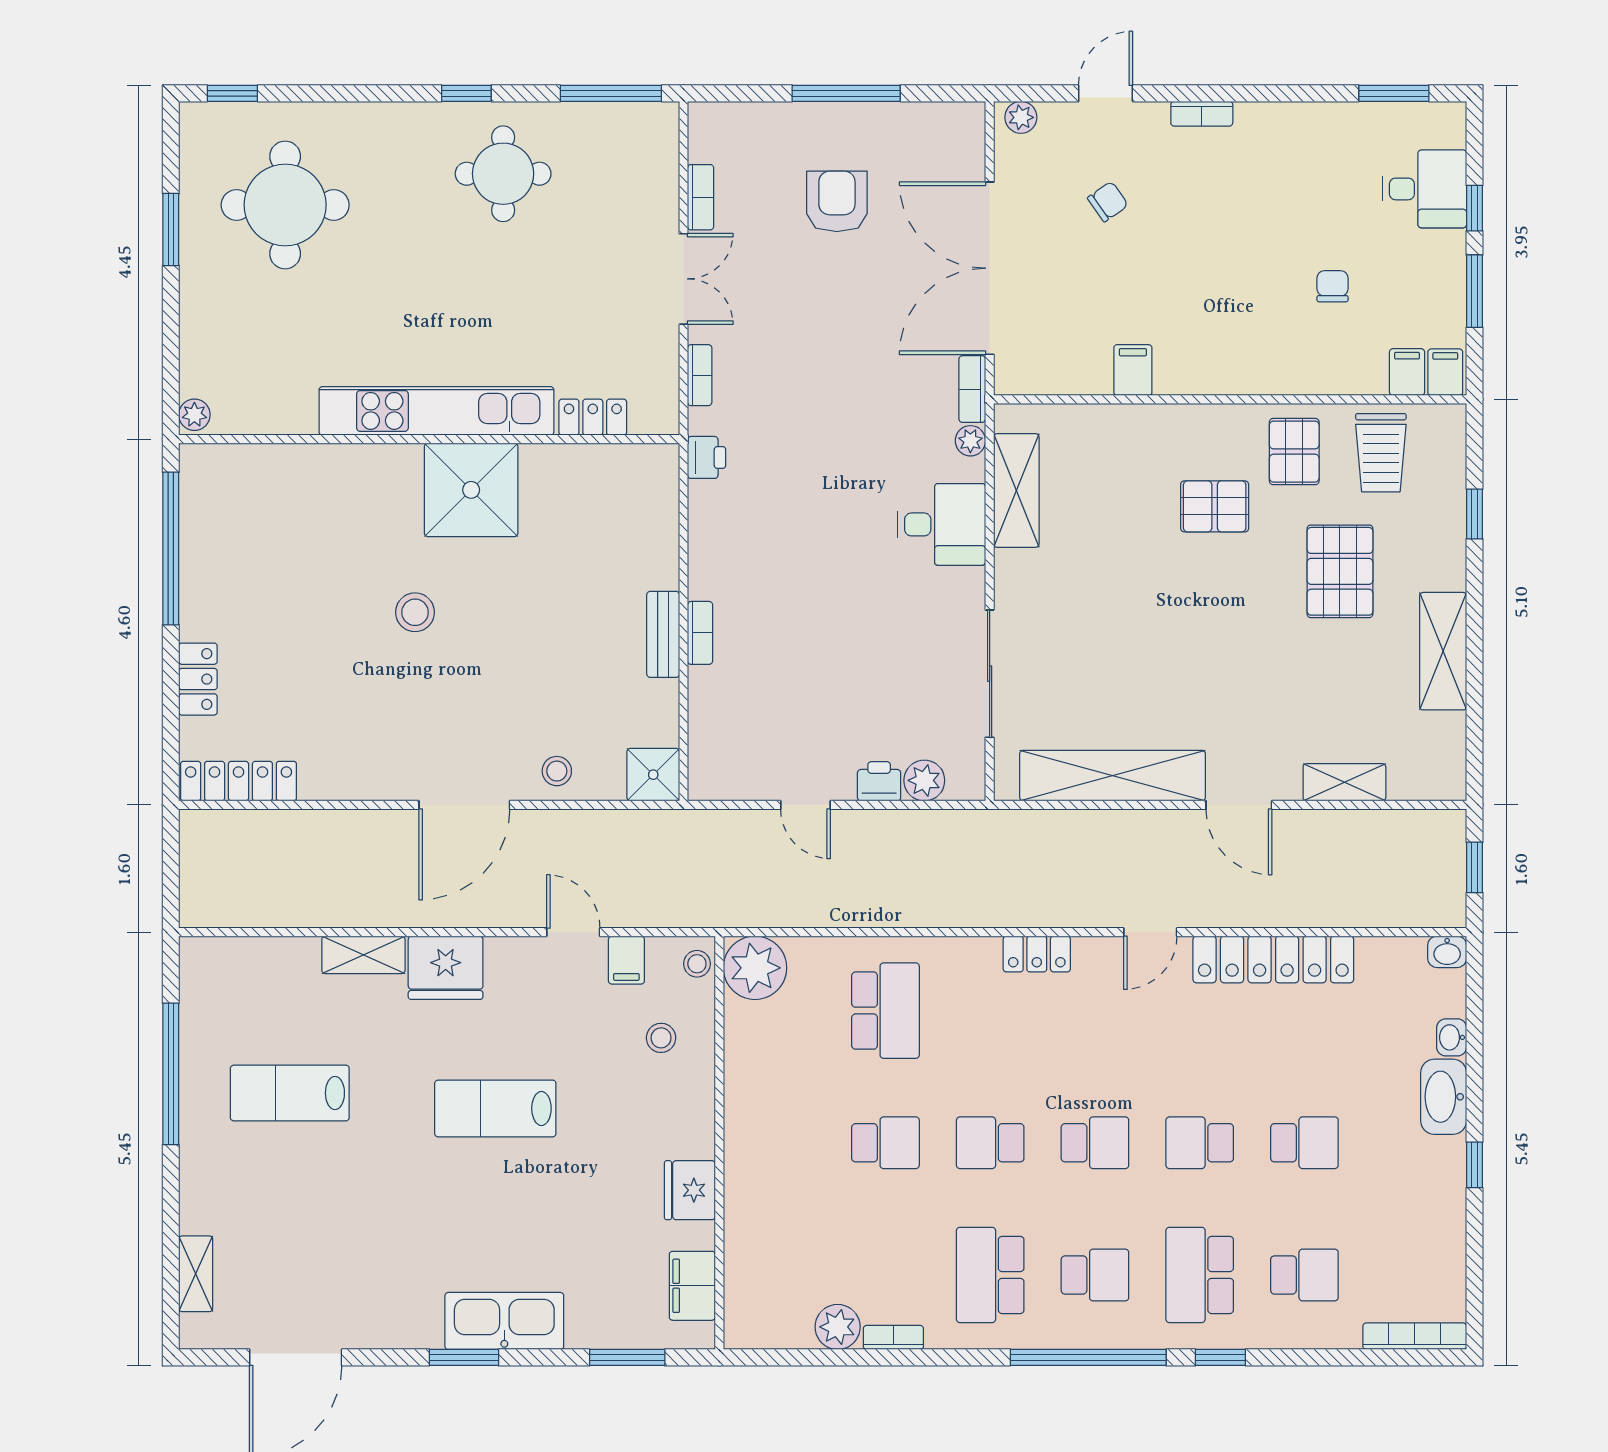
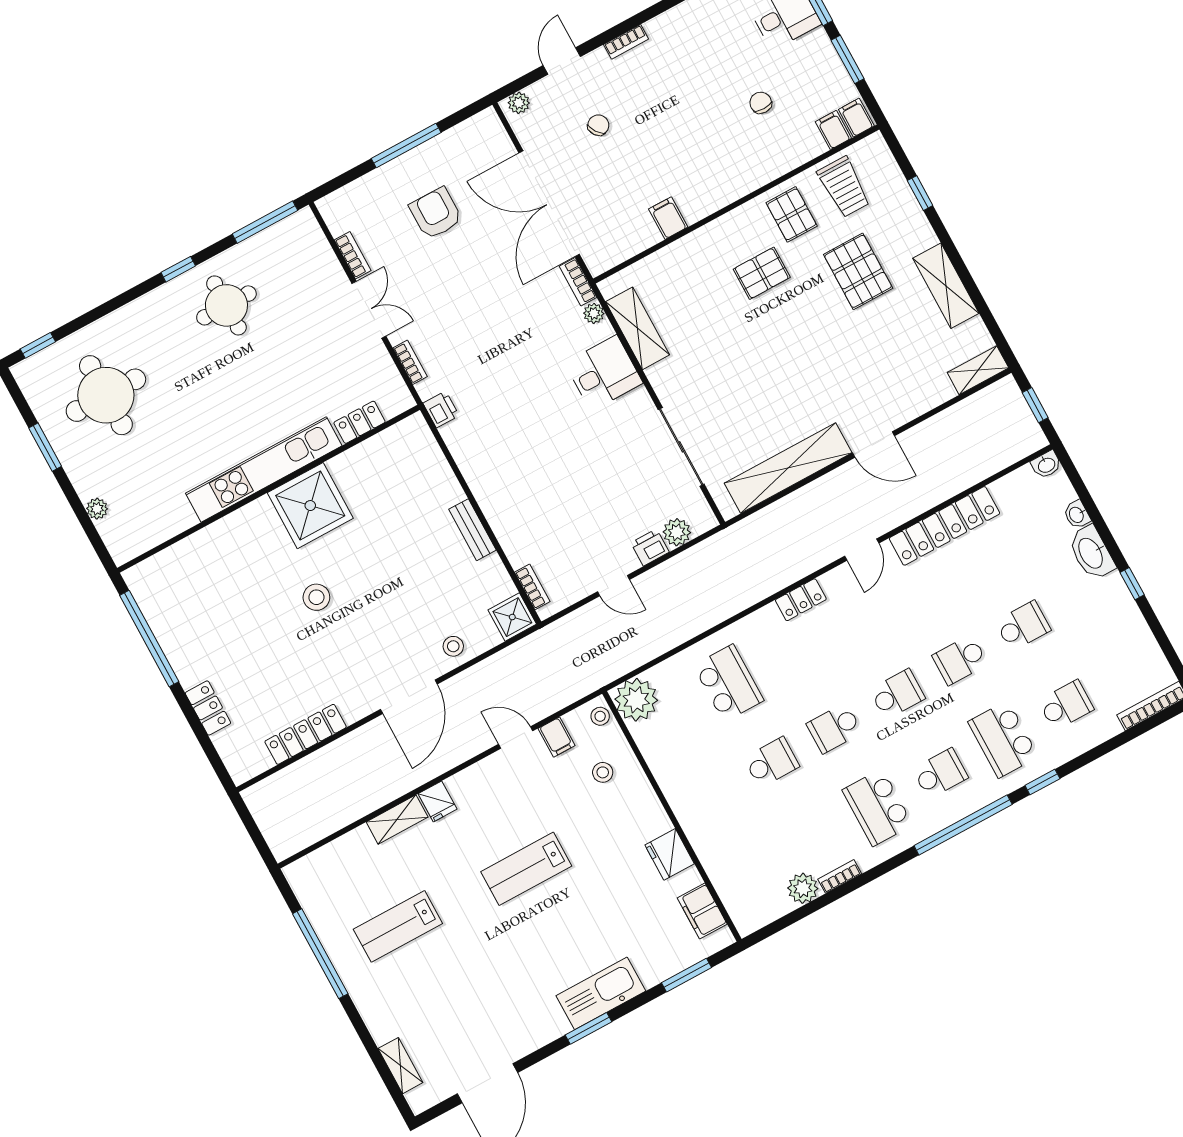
plant: (194, 415) -> (97, 509), moved
bookcase: (700, 633) -> (532, 587), moved
locker: (239, 781) -> (306, 734), moved
shelving: (1344, 782) -> (978, 370), moved
fridge: (446, 968) -> (437, 801), width x0.53, depth x0.75

